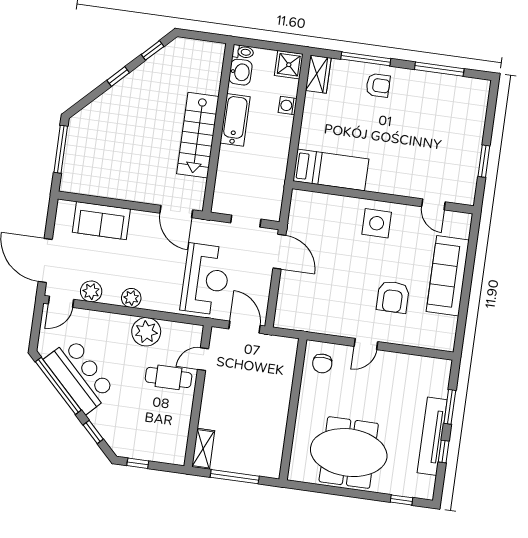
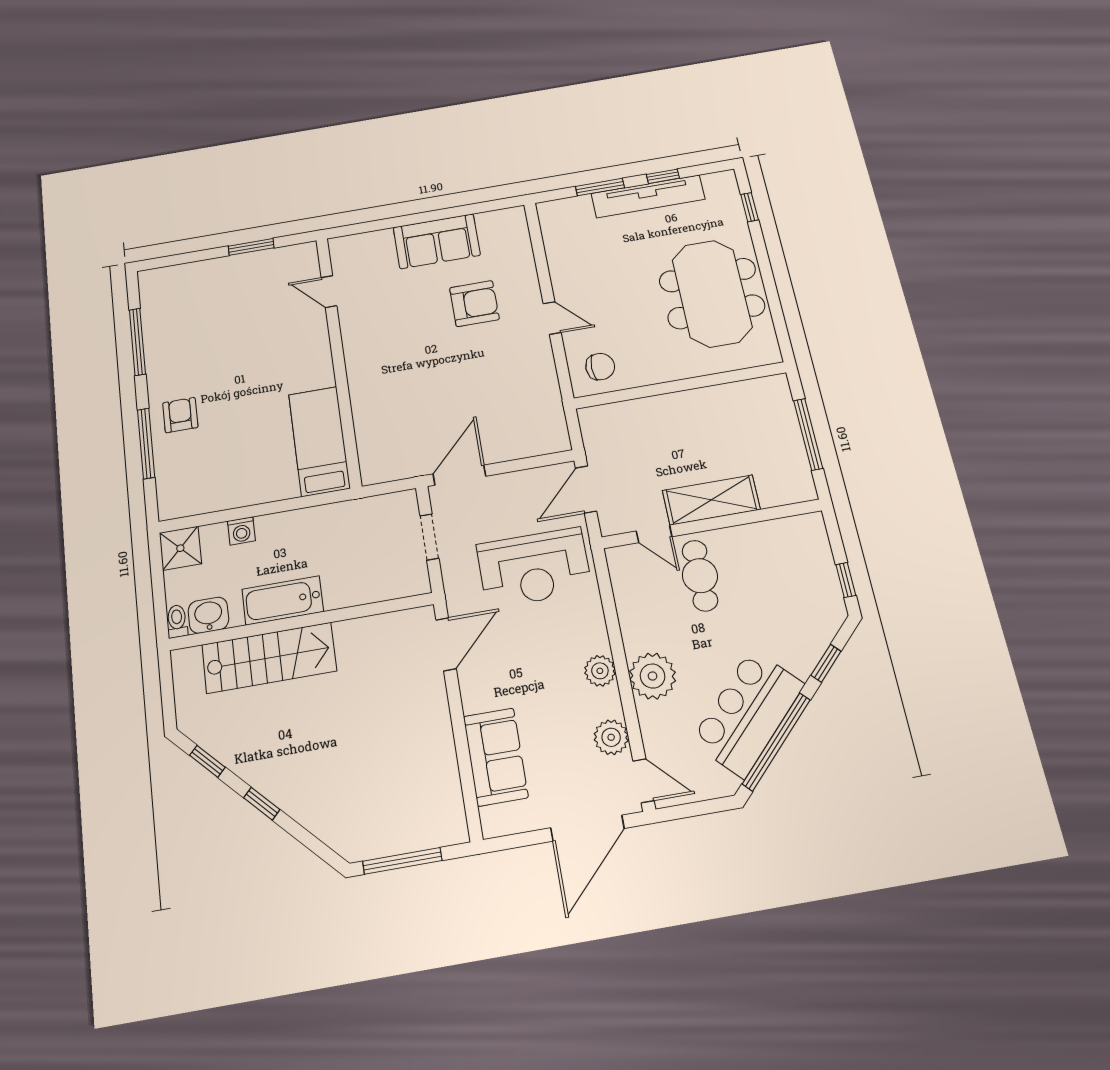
wardrobe: (318, 74) -> (184, 502), removed
stairs: (198, 135) -> (269, 658), moved
door: (433, 204) -> (329, 292), swing flipped
side table: (377, 223) -> (378, 356), removed
sofa: (448, 276) -> (437, 241), width x0.73
reception desk: (206, 279) -> (534, 568), turned 180
plant: (146, 332) -> (653, 676), moved
shelving: (203, 449) -> (711, 500), moved, width x1.50, depth x1.33

